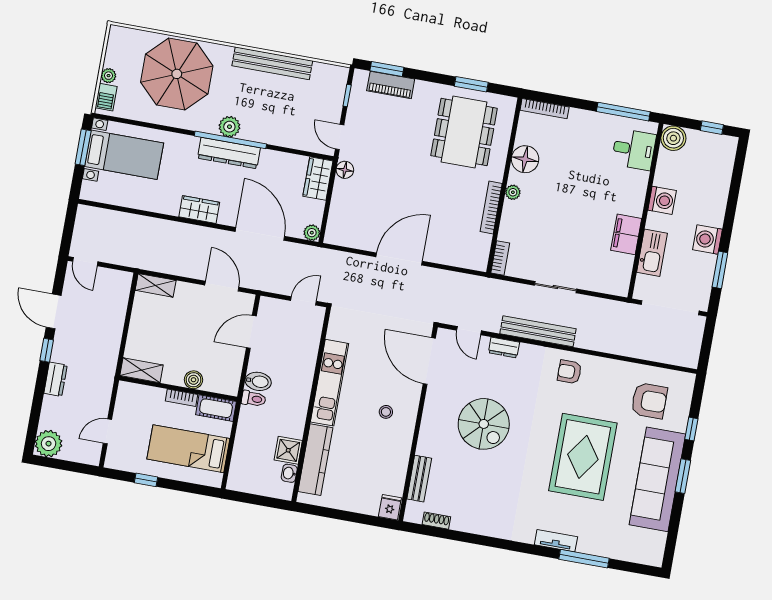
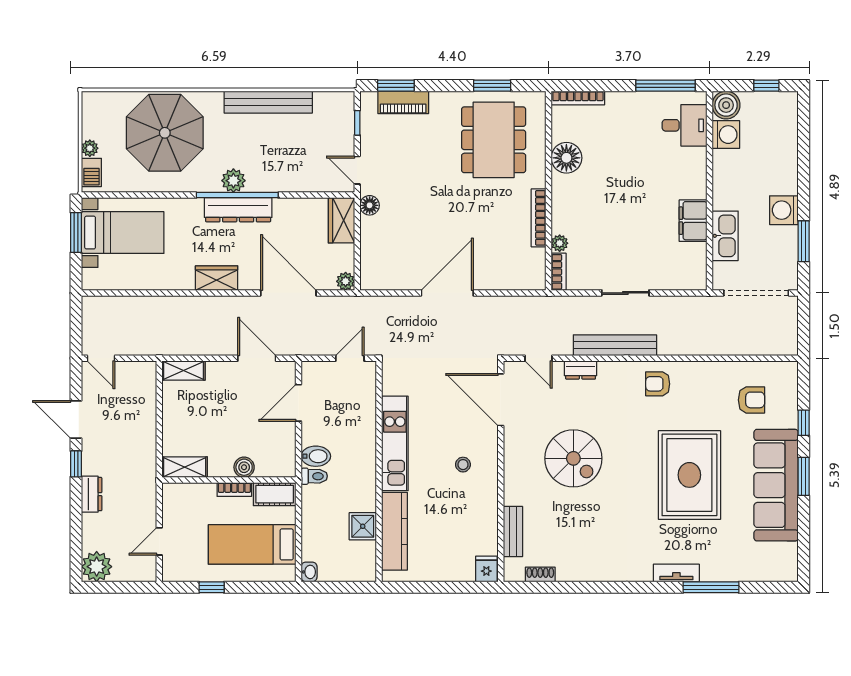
plant: (513, 192) -> (560, 243), moved
washing machine: (662, 200) -> (726, 135), moved
armchair: (649, 401) -> (751, 400), width x0.72, depth x0.72
washbasin: (289, 473) -> (309, 572), moved, turned 180

